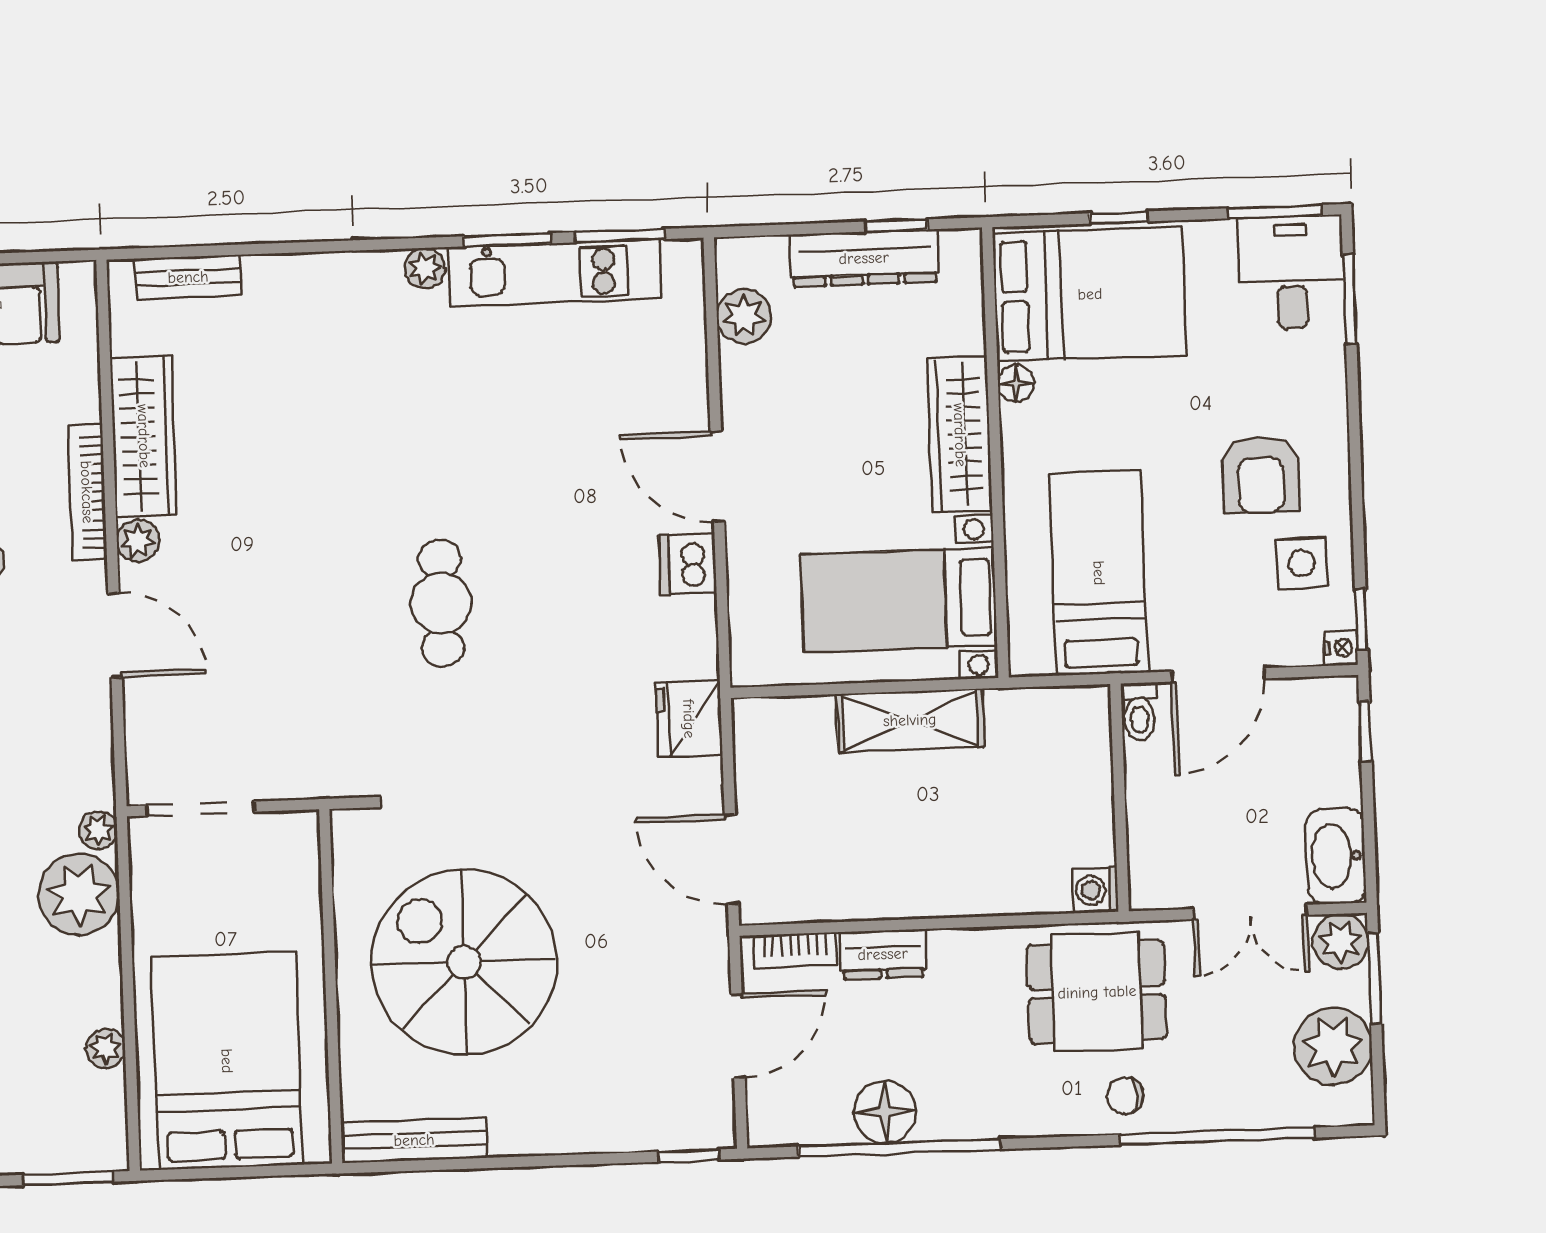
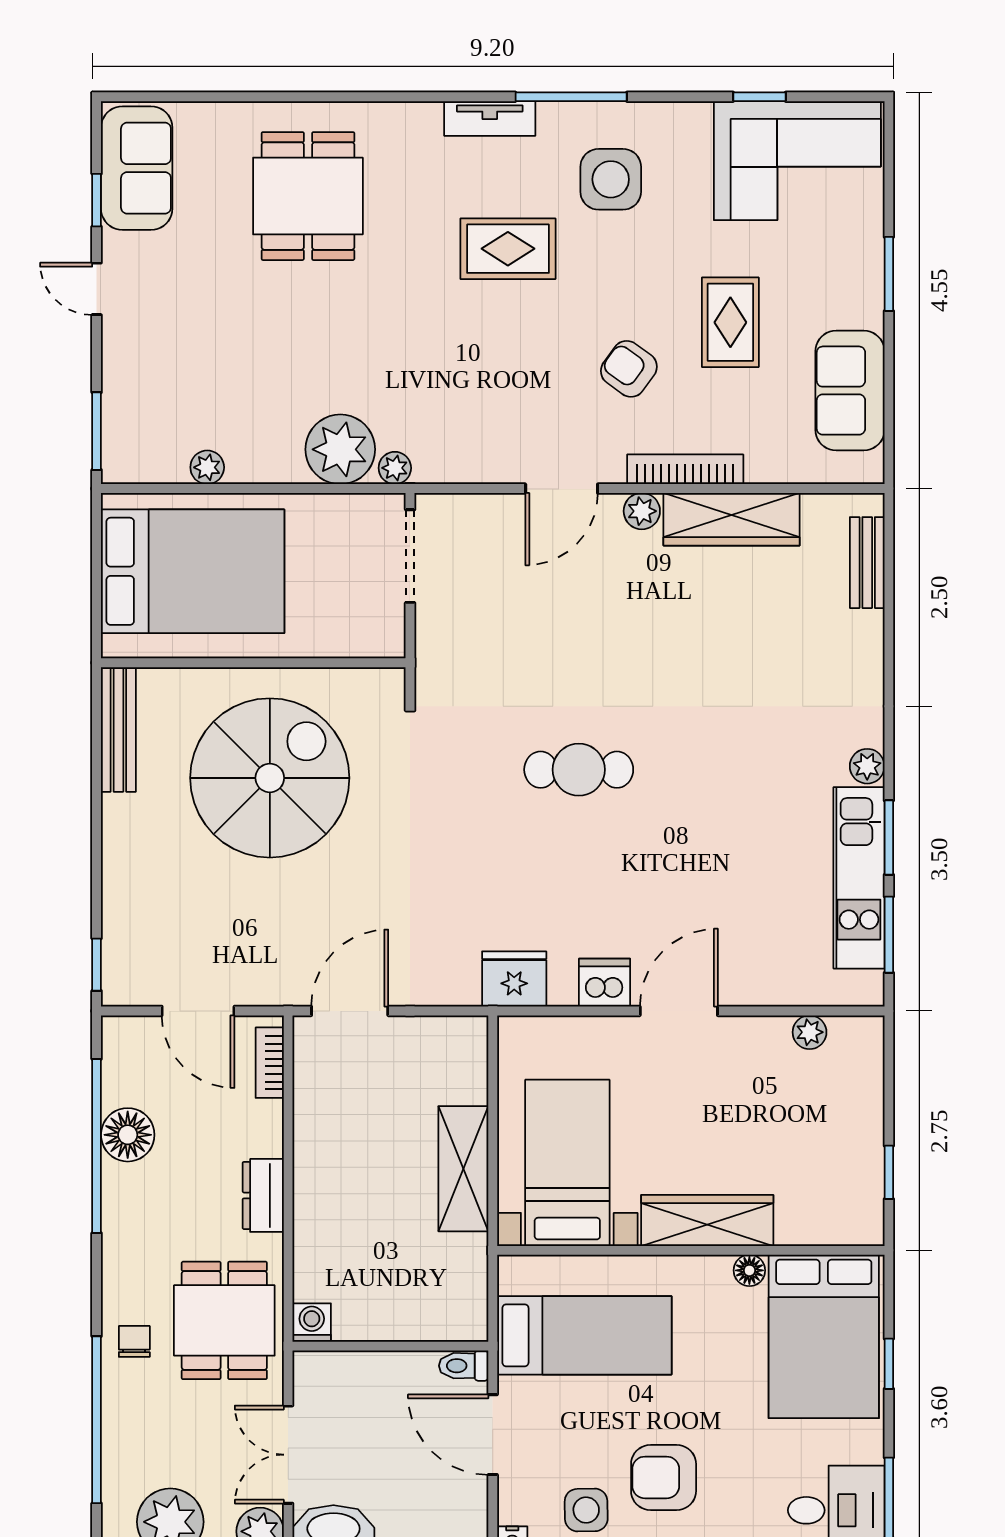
dresser: (864, 258) -> (862, 1144), removed
plant: (744, 316) -> (810, 1032), width x0.73, depth x0.73
fridge: (689, 719) -> (514, 979), moved
dresser: (883, 954) -> (263, 1195), moved

